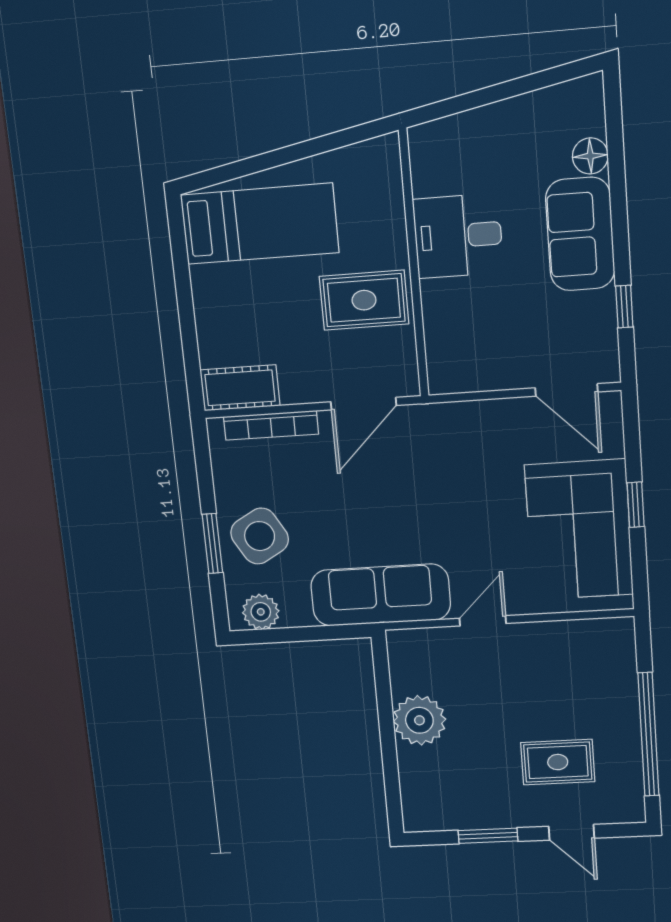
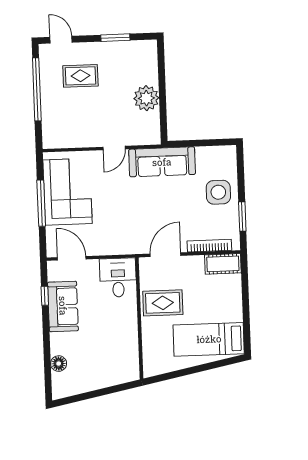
sofa: (580, 234) -> (63, 306), moved
desk: (458, 236) -> (118, 278), moved, turned -90
window: (636, 505) -> (41, 203), width x2.17
side table: (260, 536) -> (218, 192), turned 30
window: (212, 544) -> (242, 216), moved
plant: (261, 612) -> (220, 155), removed
door: (571, 832) -> (61, 40), moved

